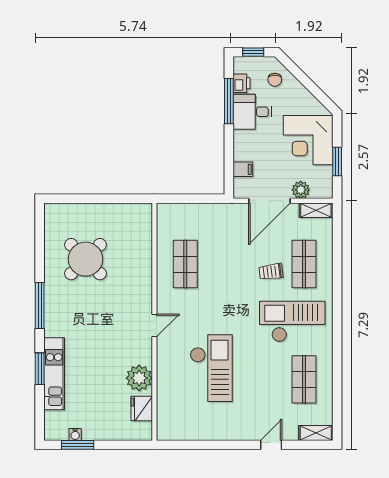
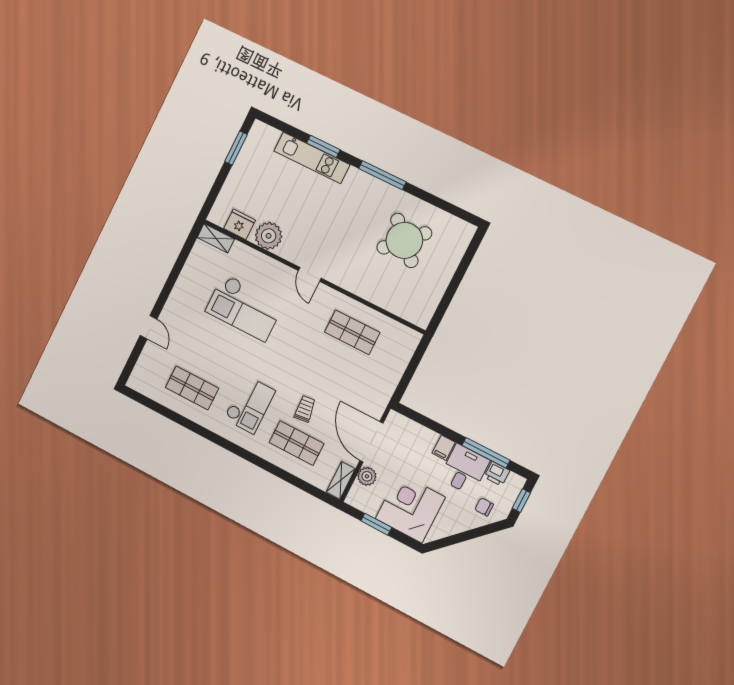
filing cabinet: (243, 169) -> (444, 448), moved
checkout: (292, 321) -> (250, 405), width x0.73, depth x0.83
shelving: (316, 433) -> (216, 238), moved, turned 90
water cooler: (75, 435) -> (246, 150), removed

